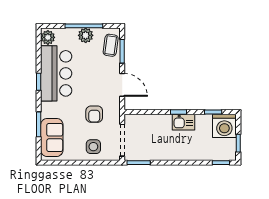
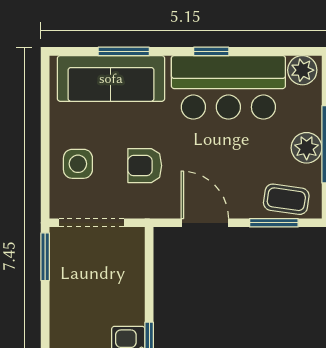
door: (122, 85) -> (205, 223), swing flipped
sofa: (52, 137) -> (111, 78), width x1.36

